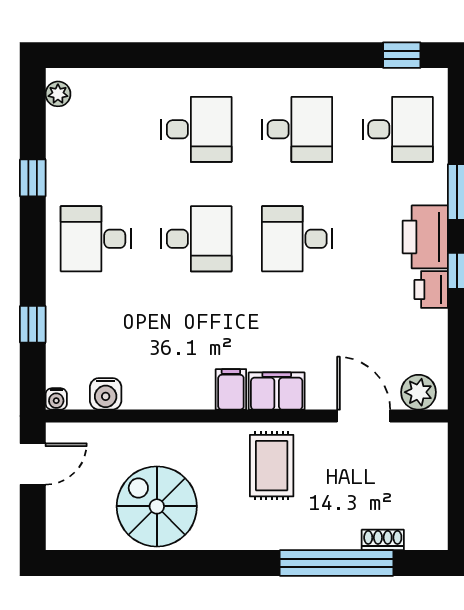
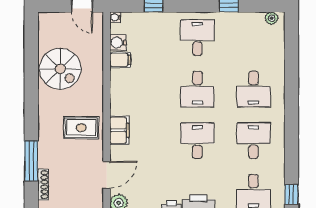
desk: (297, 129) -> (253, 141), turned 180
filing cabinet: (231, 389) -> (120, 60), moved
spiral stairs: (157, 506) -> (60, 69), turned 90
shoe rack: (383, 540) -> (43, 185), width x1.43
window: (336, 563) -> (31, 161), width x0.68

